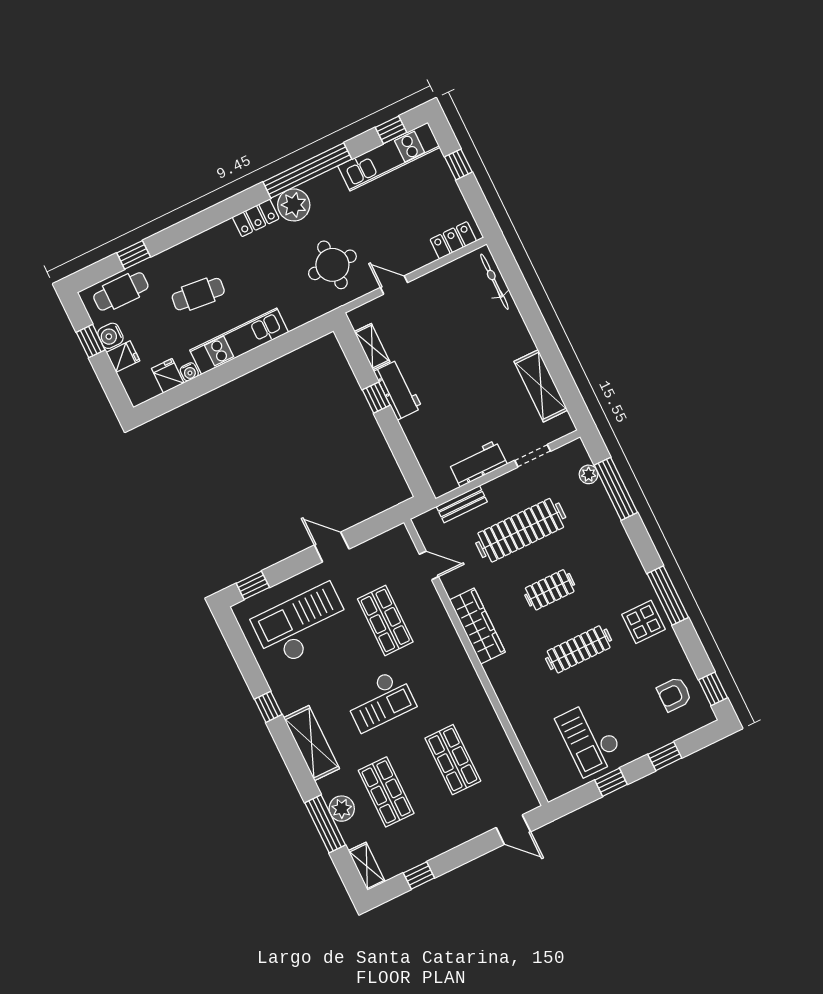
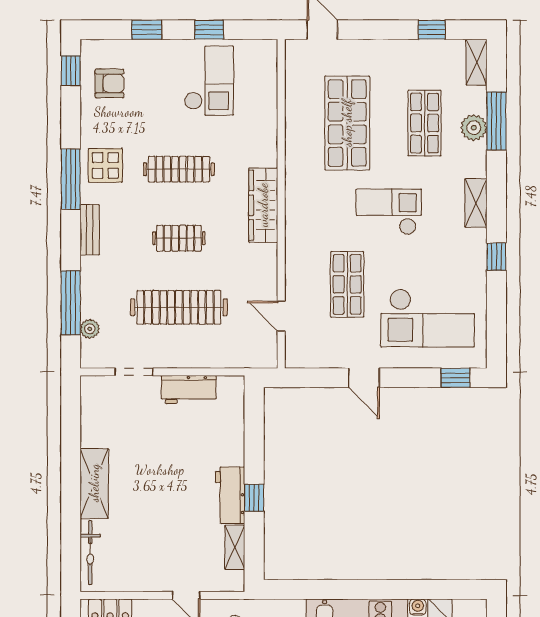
shelving: (541, 386) -> (94, 483), moved
bench: (462, 504) -> (90, 230), moved, turned 90
wardrobe: (477, 626) -> (263, 205), moved
shelving: (312, 743) -> (476, 203), width x0.67, depth x0.75
shop shelf: (453, 760) -> (347, 123), width x1.43, depth x1.36

